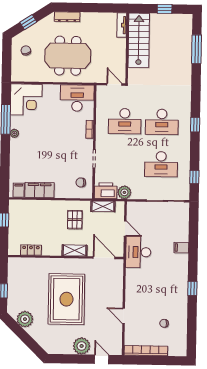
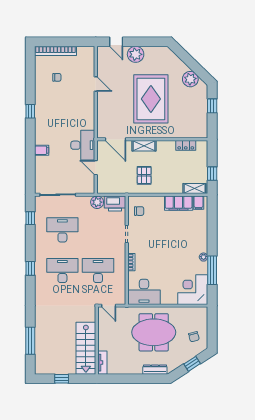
shelving: (103, 206) -> (195, 188), moved
bookcase: (146, 351) -> (55, 51), moved

